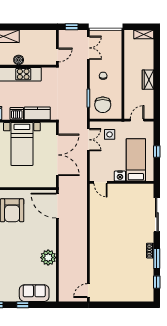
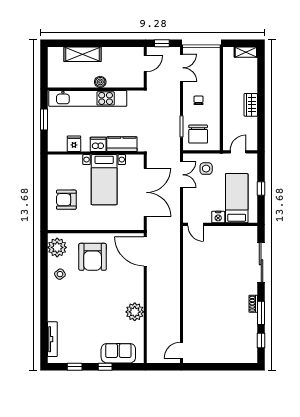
door: (57, 55) -> (145, 64), moved

